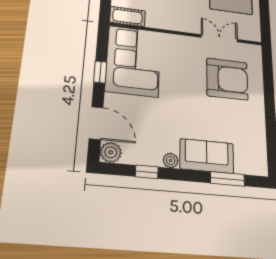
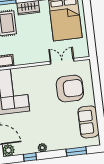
sofa: (207, 156) -> (88, 122), moved, turned -90

